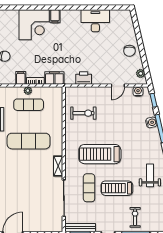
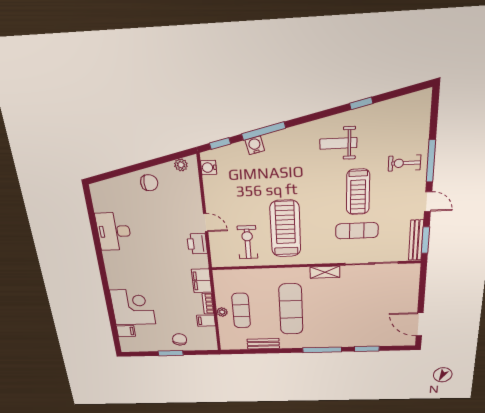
filing cabinet: (55, 16) -> (126, 331), moved
door: (118, 86) -> (206, 223), moved
treadmill: (100, 154) -> (285, 229), moved, turned 180

